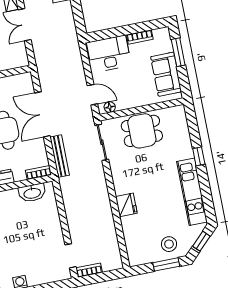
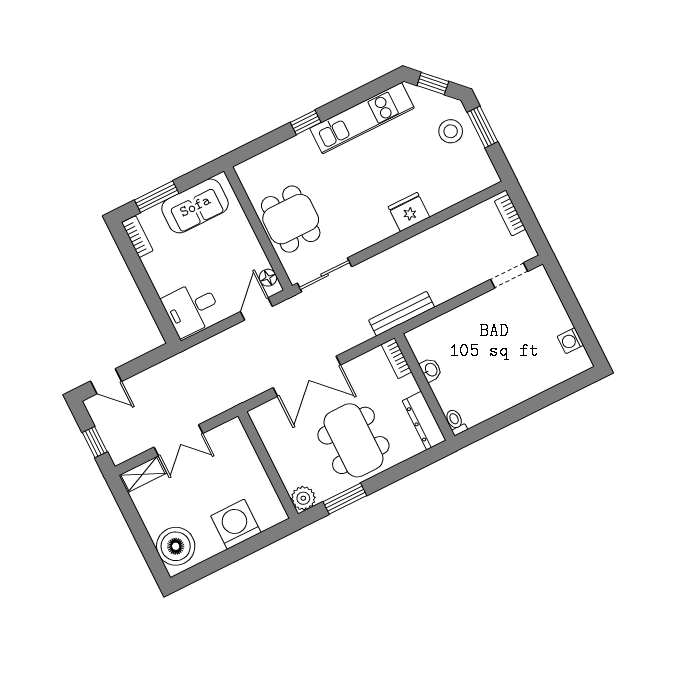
bookcase: (140, 37) -> (137, 237), moved
desk: (109, 54) -> (192, 308), width x0.73
bench: (60, 156) -> (402, 314), moved
washbasin: (32, 193) -> (431, 370), width x0.52, depth x0.69
bookcase: (89, 270) -> (510, 215), moved

